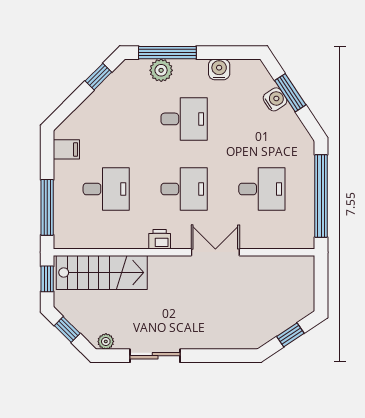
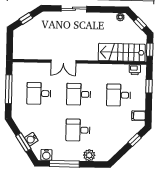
window: (167, 53) -> (64, 164), moved
water cooler: (219, 69) -> (46, 155), moved
window: (98, 77) -> (135, 140), moved
window: (321, 196) -> (9, 89), width x0.68
window: (47, 207) -> (149, 86), width x0.46
printer: (160, 239) -> (135, 70), moved
sliding door: (155, 356) -> (74, 9), moved

